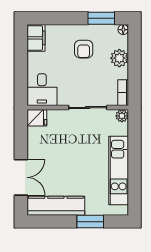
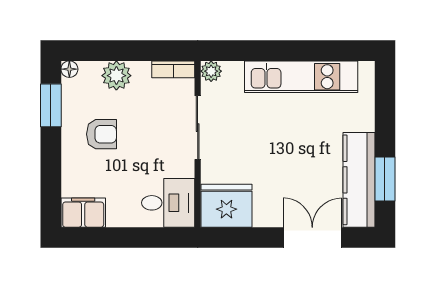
fridge: (37, 118) -> (226, 206), width x1.88, depth x1.34
window: (90, 222) -> (385, 179), moved

